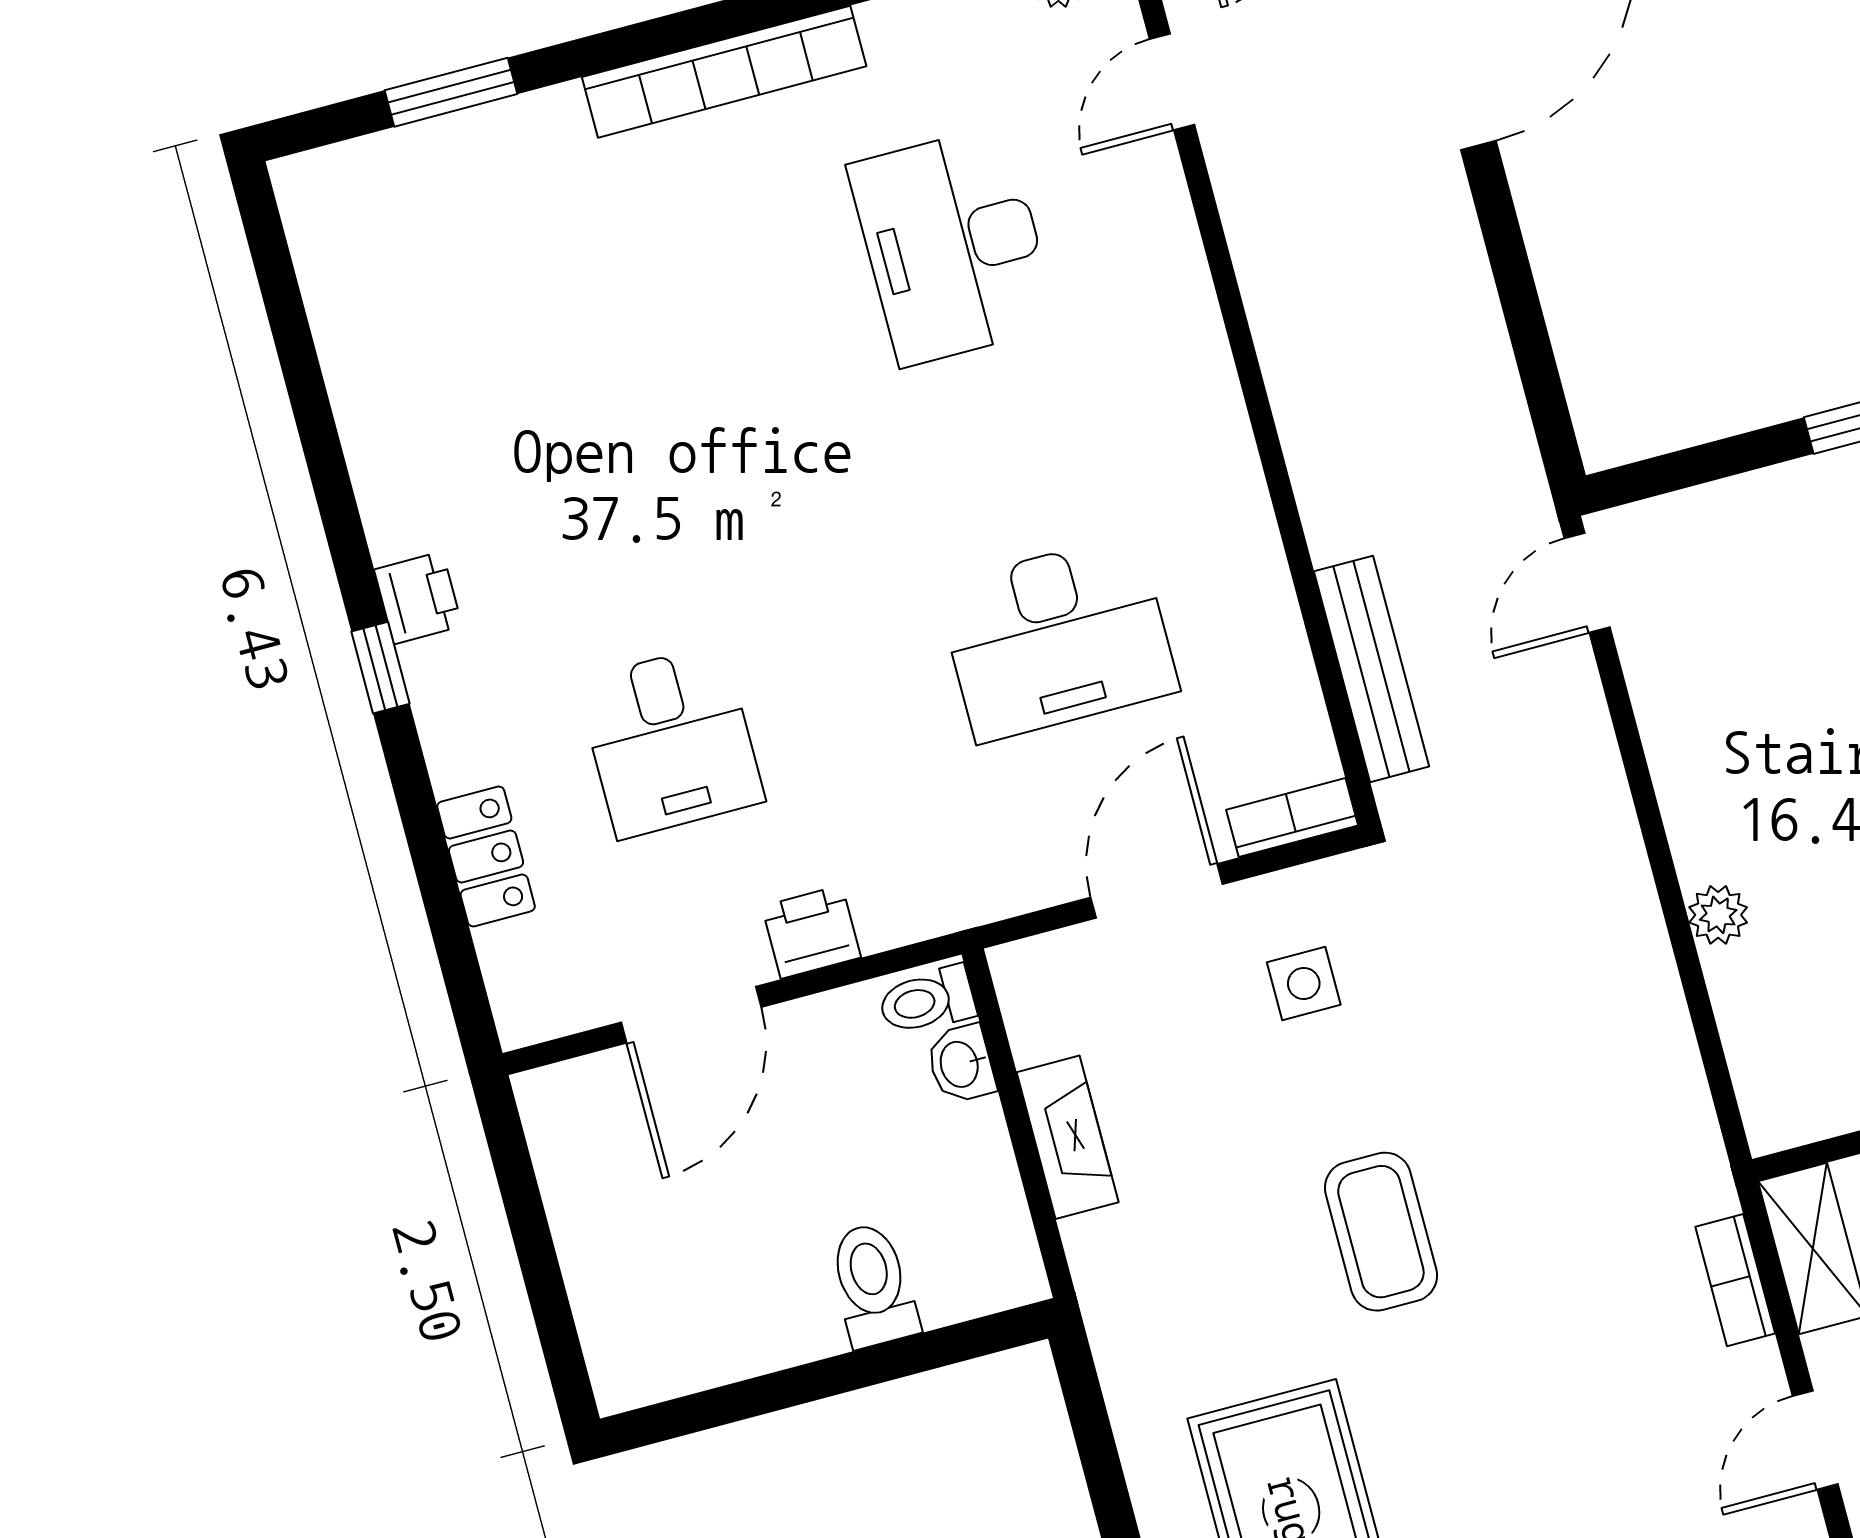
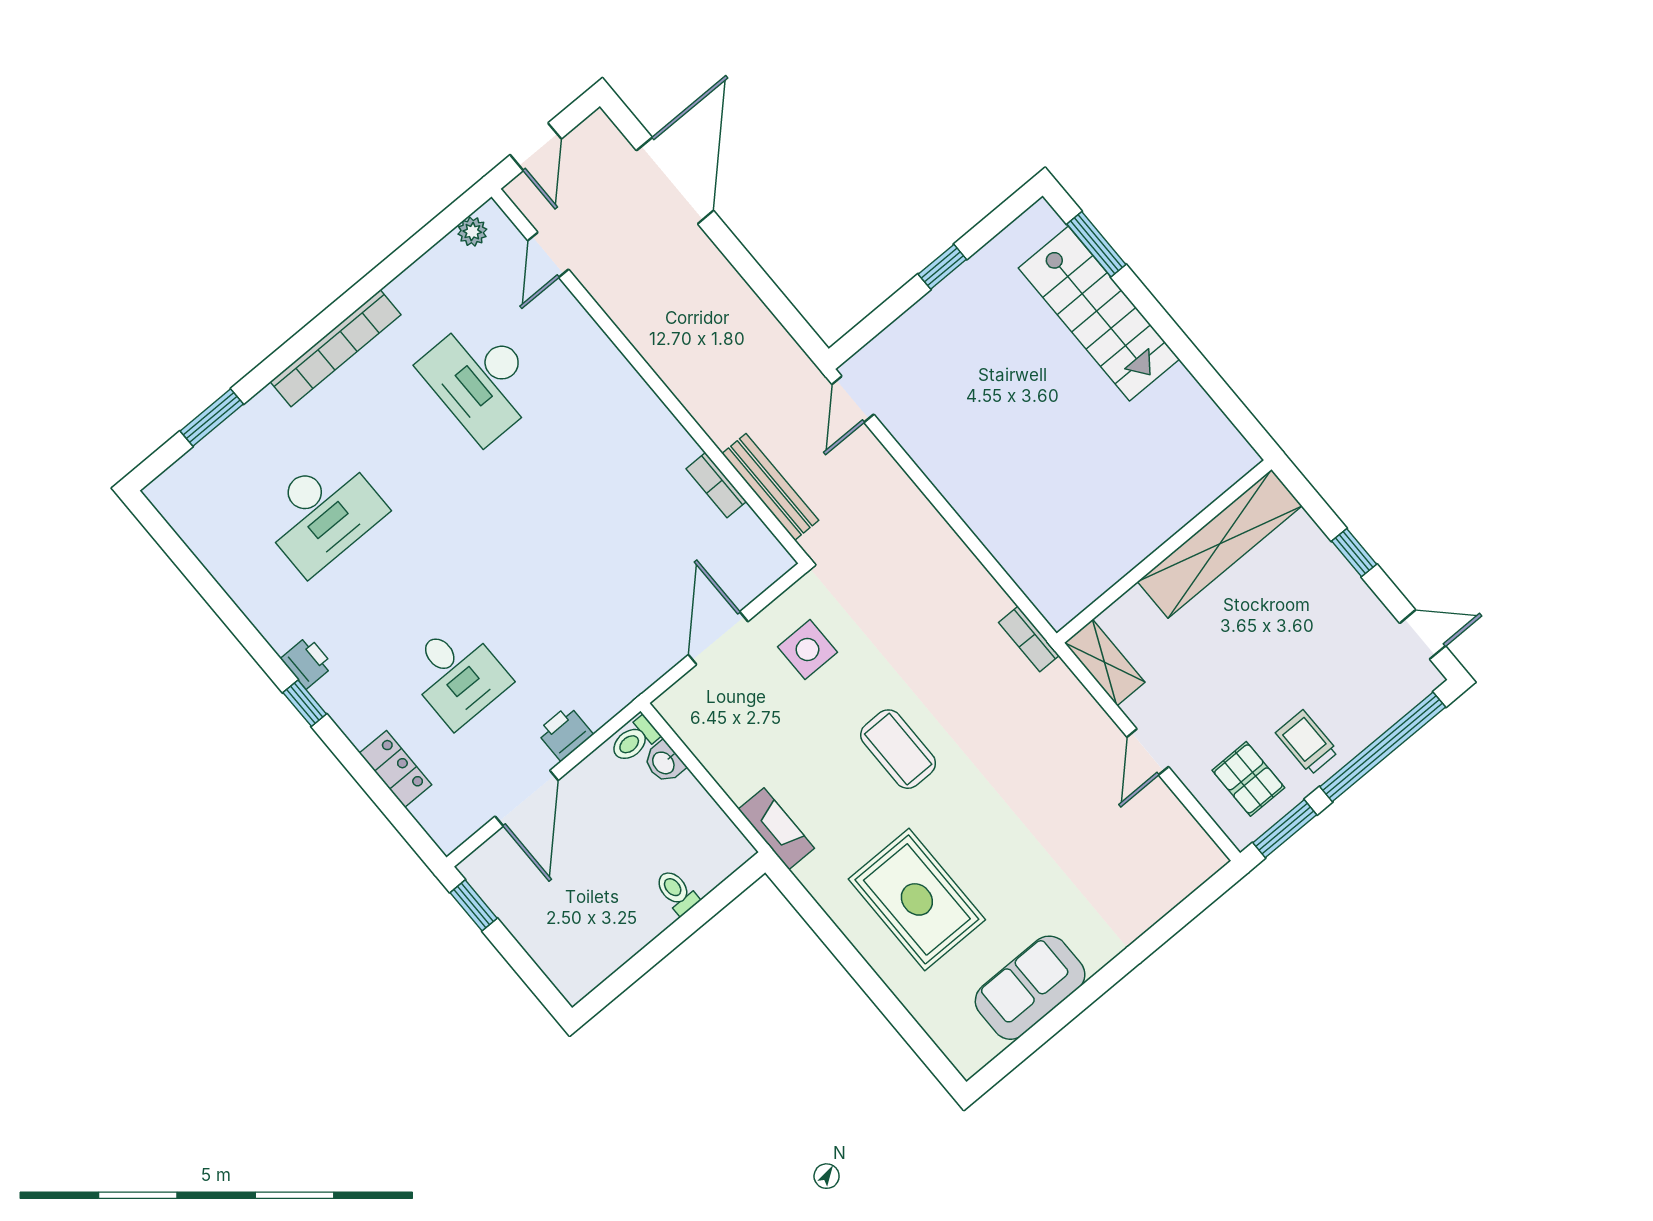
desk: (1057, 638) -> (322, 513), moved
bookcase: (1292, 818) -> (716, 485), moved, turned -90
plant: (1718, 915) -> (987, 526), removed
side table: (1304, 984) -> (807, 649), width x1.37, depth x1.37
fireplace: (1068, 1137) -> (776, 829), moved
window: (511, 1159) -> (474, 905), added
bookcase: (1735, 1280) -> (1029, 639), moved
toilet: (873, 1285) -> (677, 892), width x0.73, depth x0.72

